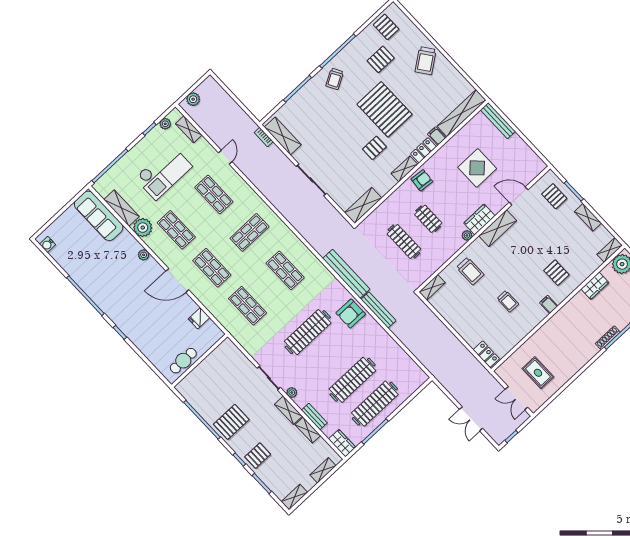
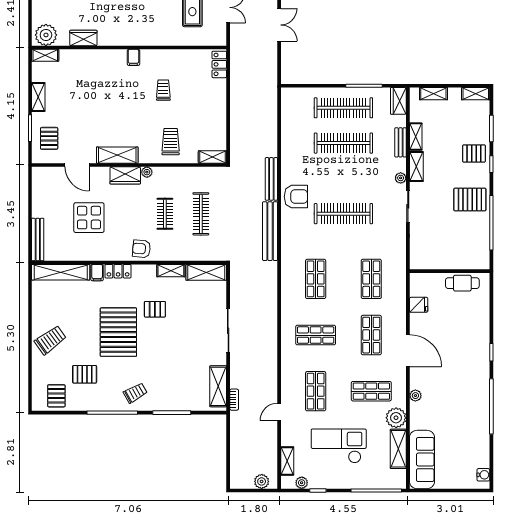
shelving: (404, 169) -> (171, 271), moved
shop shelf: (176, 230) -> (371, 391), turned 90
pallet: (556, 273) -> (104, 77), removed

